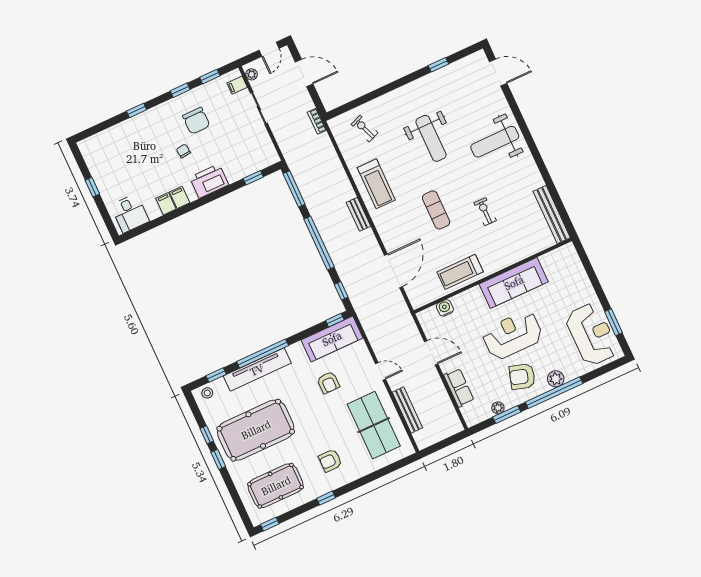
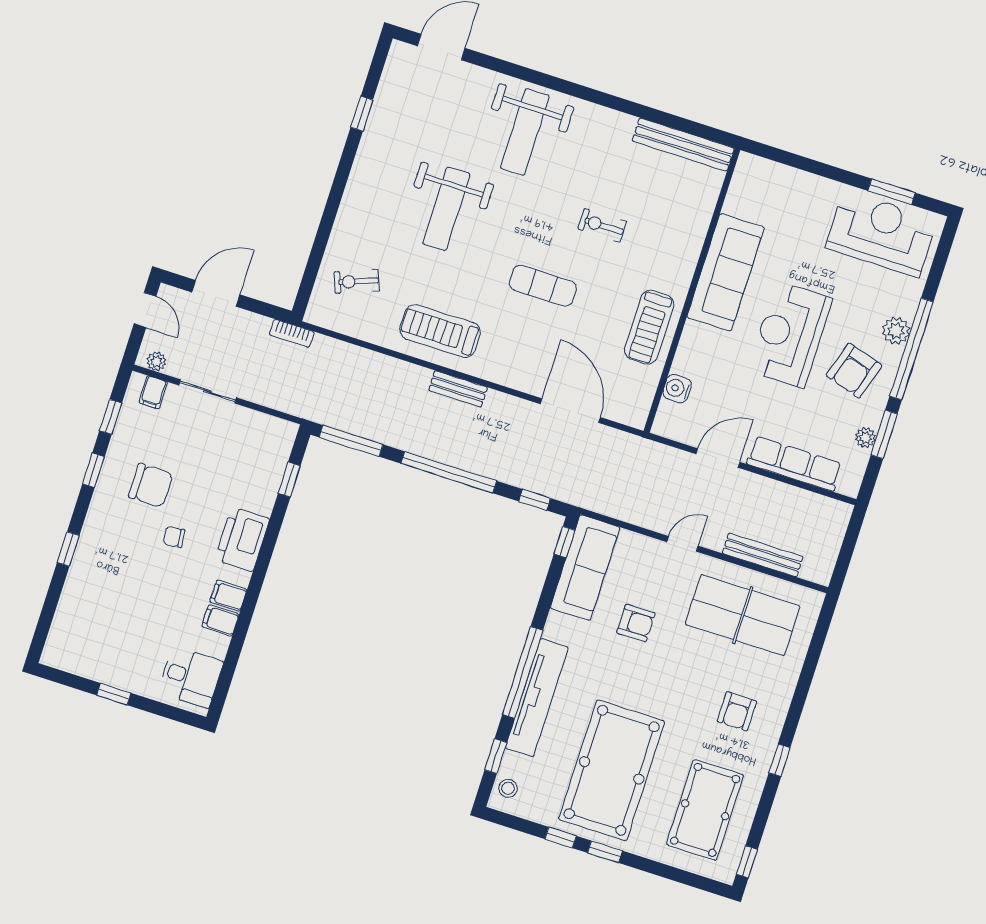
weight bench: (431, 138) -> (446, 209), turned 90
treadmill: (376, 184) -> (440, 331), turned 180
row of seats: (459, 388) -> (794, 464), width x1.48

